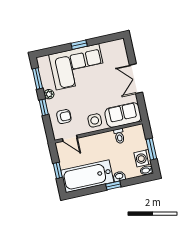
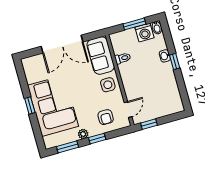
double door: (136, 79) -> (62, 44), width x1.37
armchair: (64, 117) -> (106, 117), turned 180
window: (58, 170) -> (149, 124), moved
bathtub: (87, 176) -> (166, 89), removed

